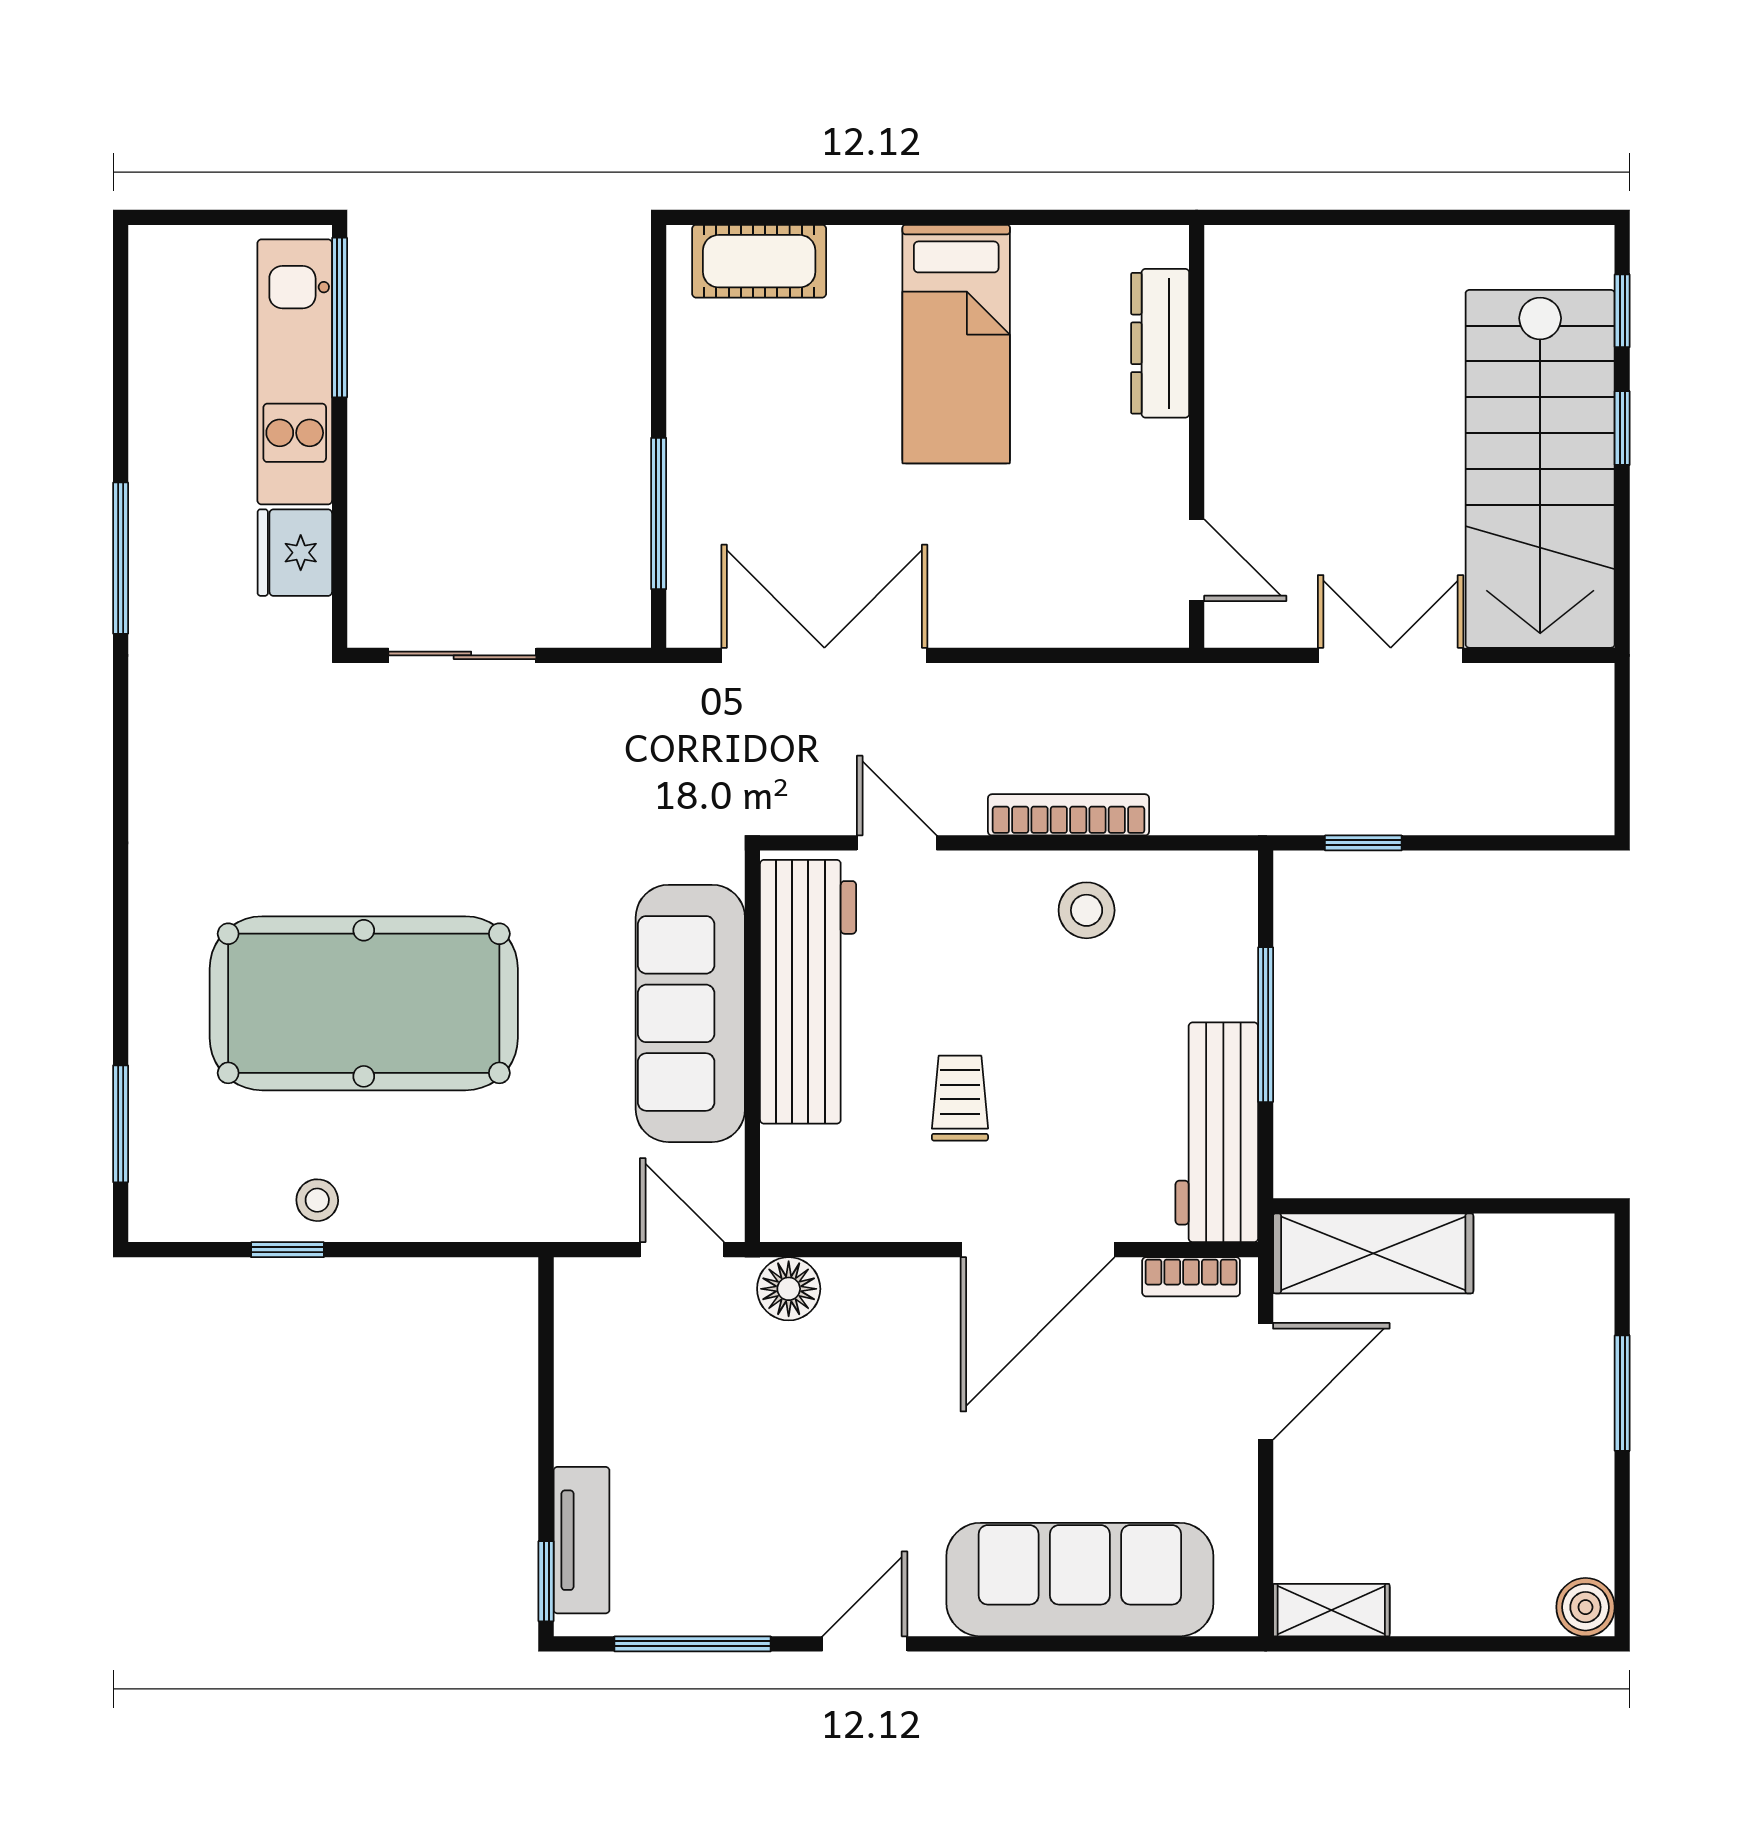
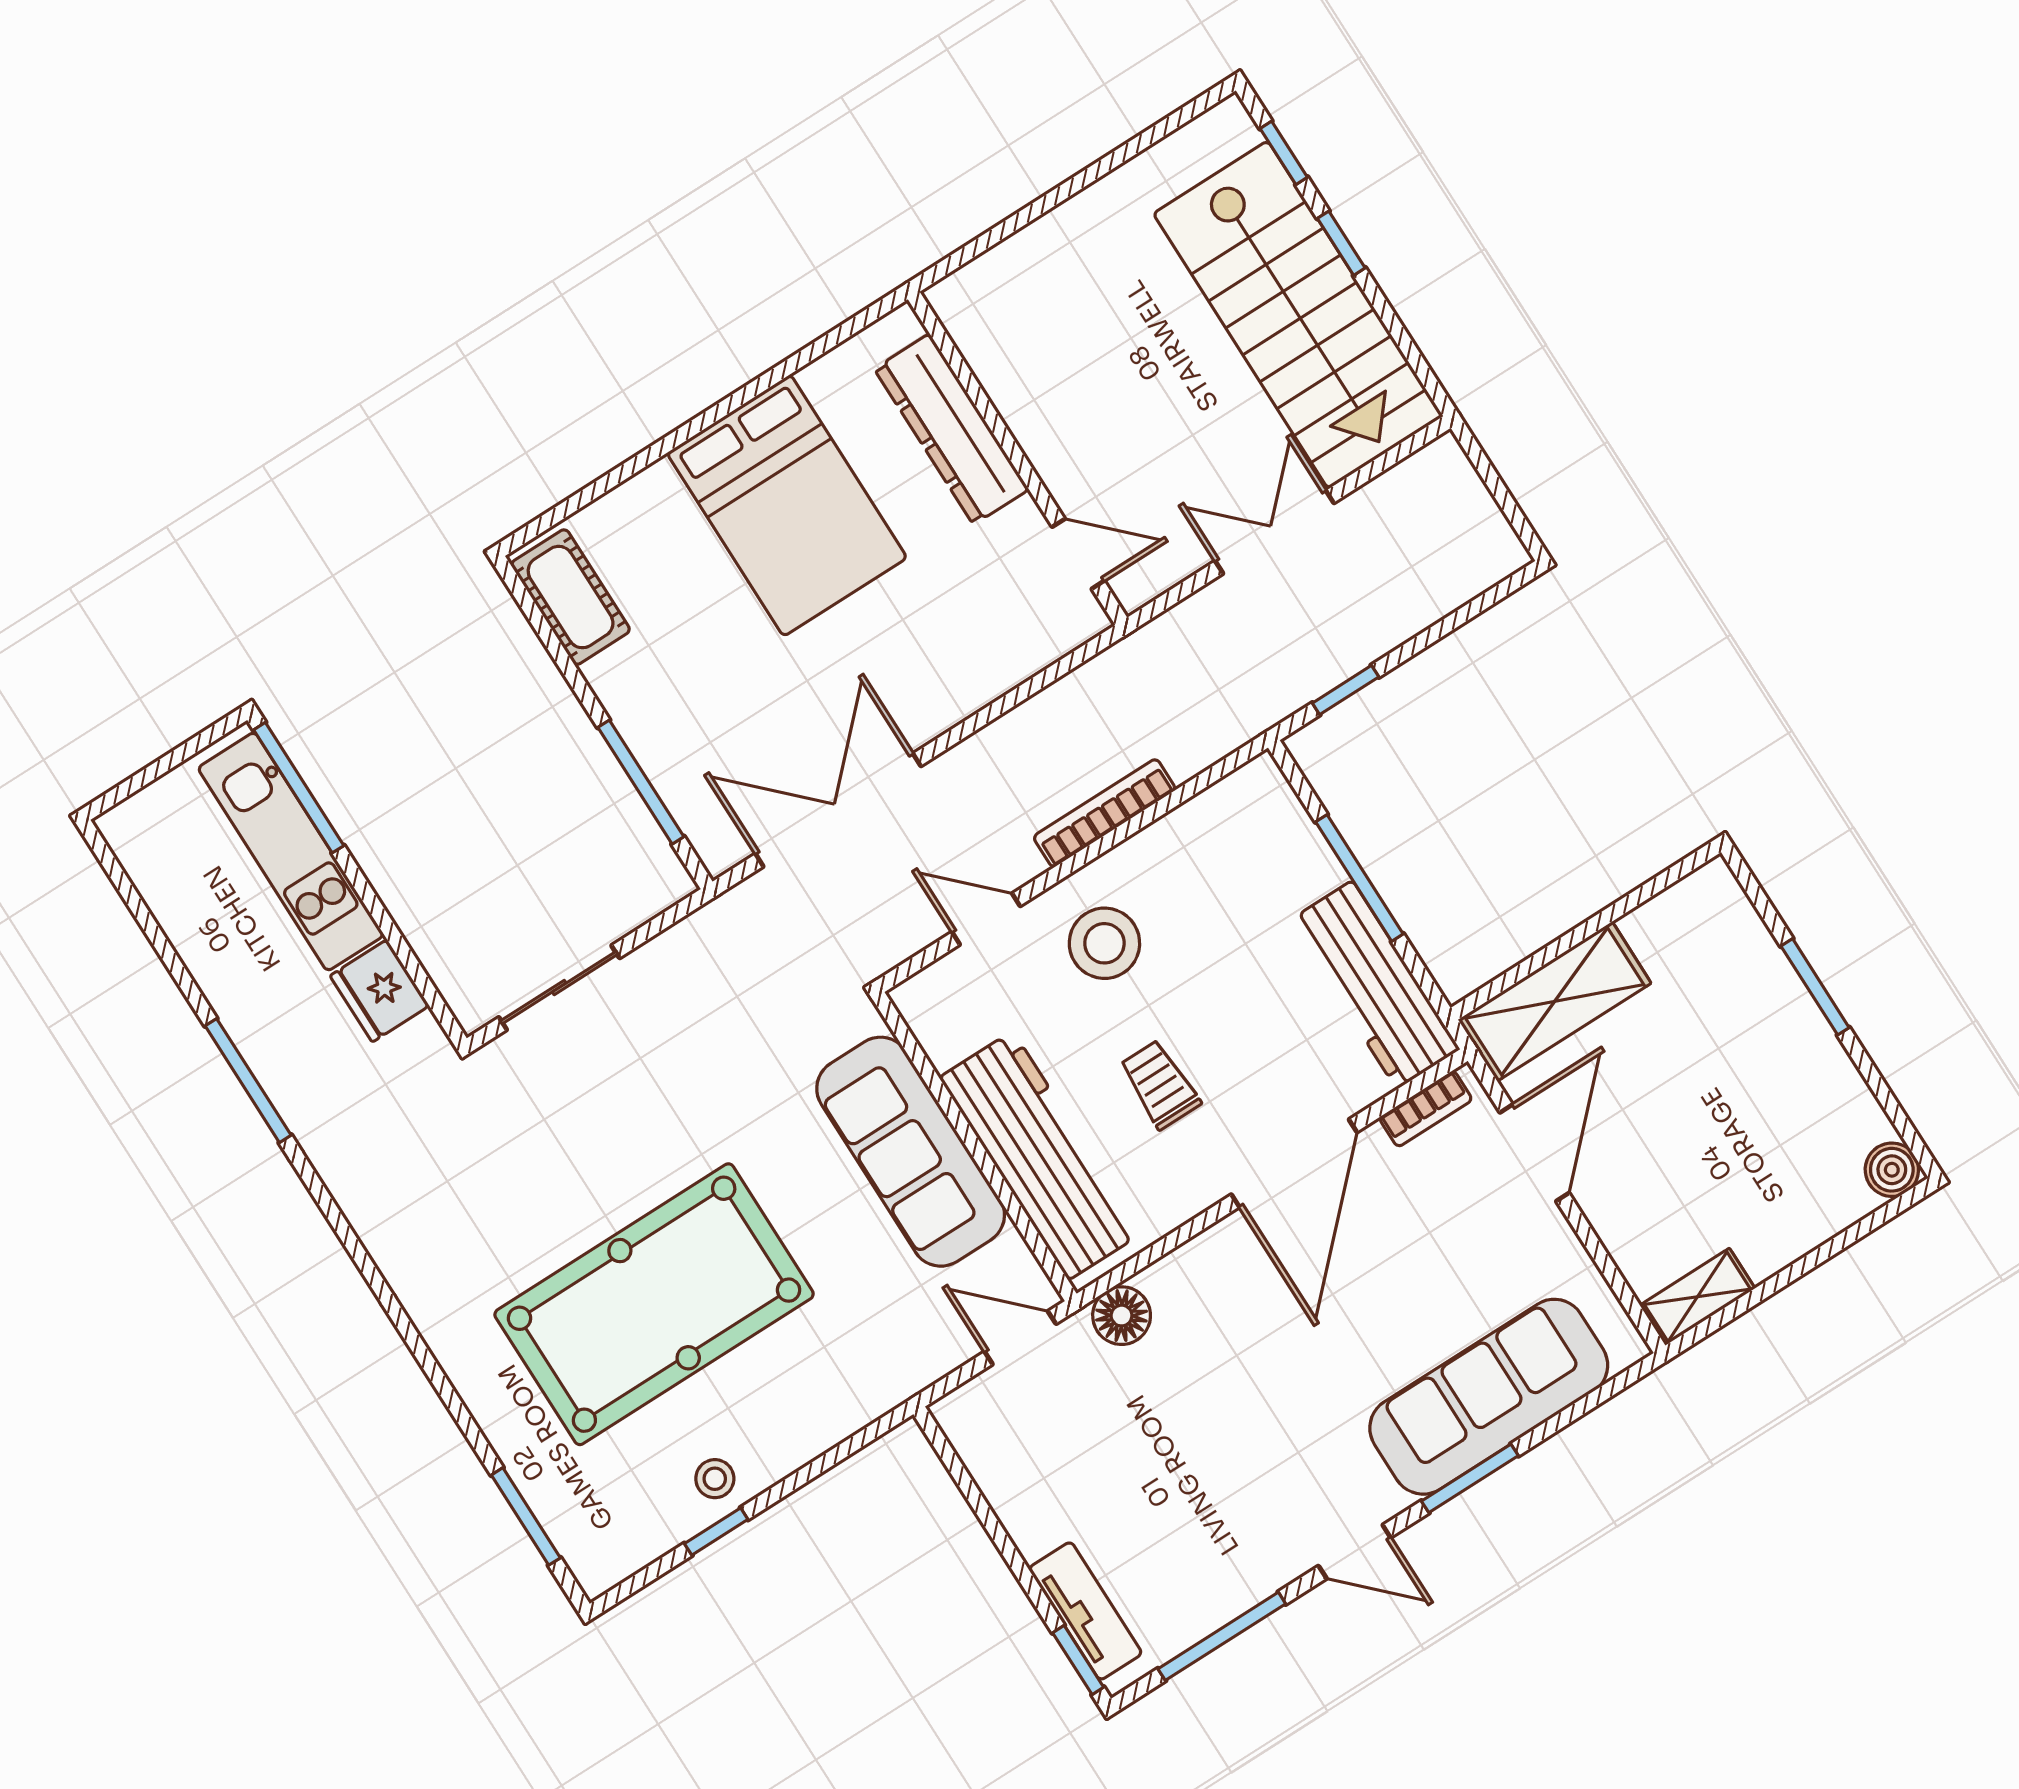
cot: (759, 261) -> (571, 597), moved, turned 90
dresser: (1160, 343) -> (952, 429), width x1.37, depth x1.24
bed: (956, 344) -> (787, 505), width x1.50
stool: (1087, 910) -> (1104, 943), moved, width x1.38, depth x1.38
workbench: (808, 992) -> (1041, 1155), moved
door: (865, 1644) -> (1355, 1552), swing flipped
window: (1014, 1644) -> (1470, 1478), added

